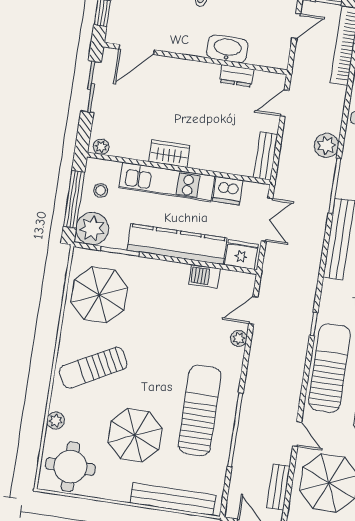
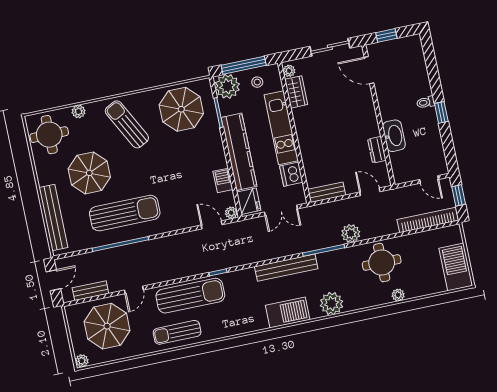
wardrobe: (169, 154) -> (296, 92), moved
plant: (239, 338) -> (231, 213), moved

